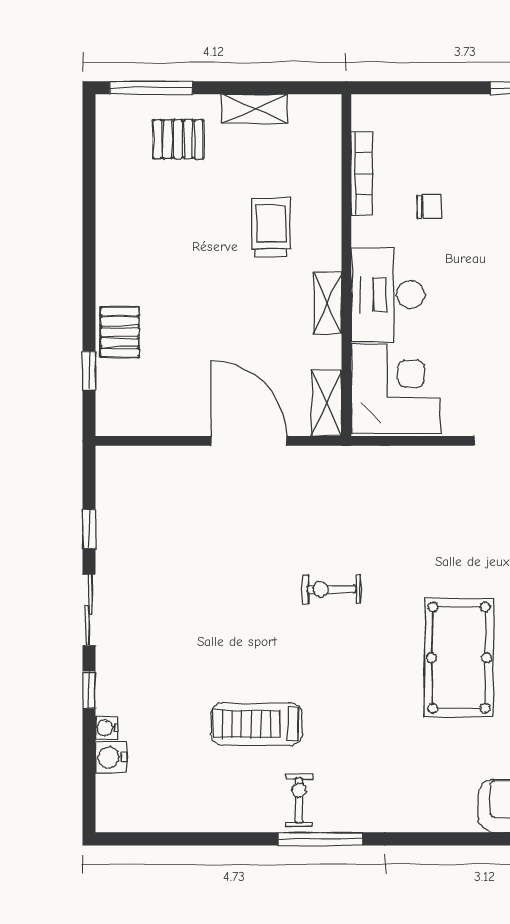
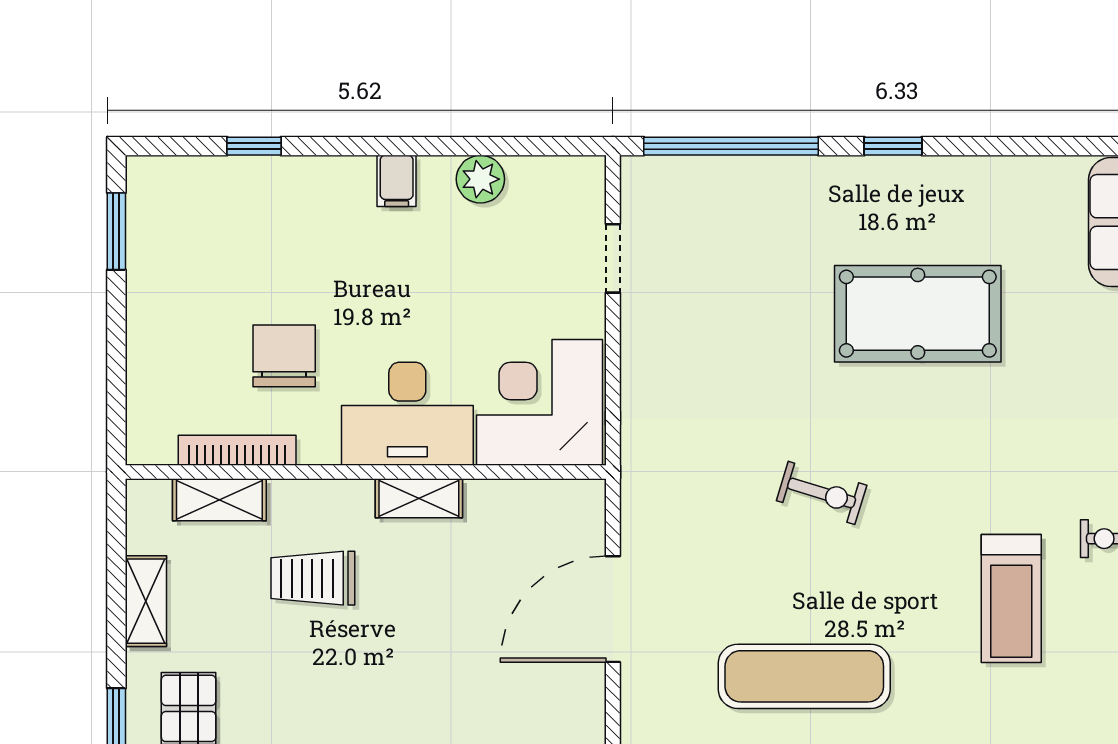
chair: (429, 207) -> (284, 356), width x1.87, depth x1.87
shelving: (327, 403) -> (219, 500), moved
exercise mat: (201, 577) -> (804, 676), added
exercise bike: (331, 589) -> (822, 493), turned -73

